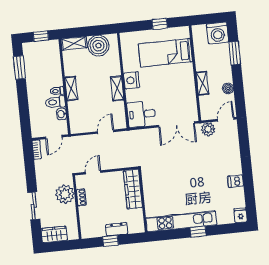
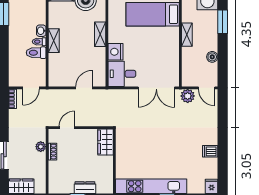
nightstand: (132, 80) -> (116, 52), moved
shelving: (202, 83) -> (187, 35), moved
shelving: (117, 88) -> (100, 34), moved
washbasin: (62, 114) -> (41, 31), moved
door: (226, 119) -> (207, 88), swing flipped
wardrobe: (133, 189) -> (105, 142), width x0.67
plant: (65, 194) -> (41, 147), width x0.53, depth x0.53

